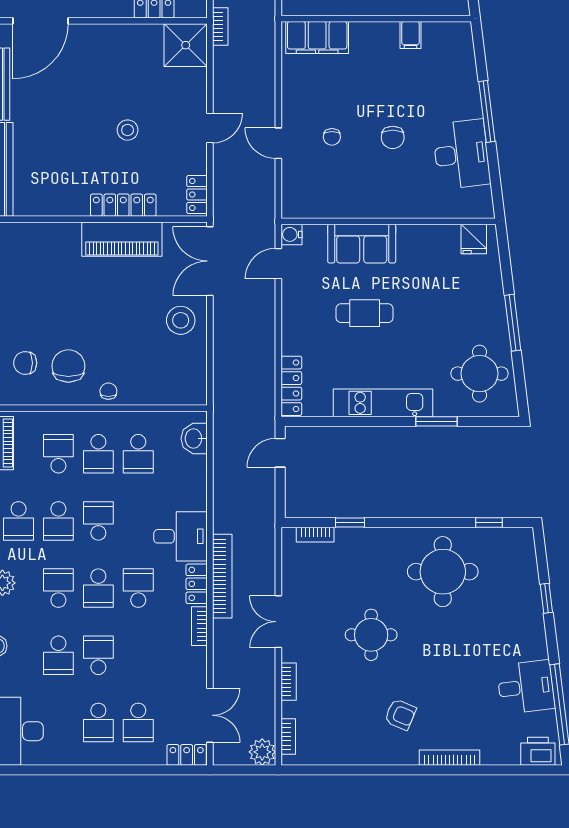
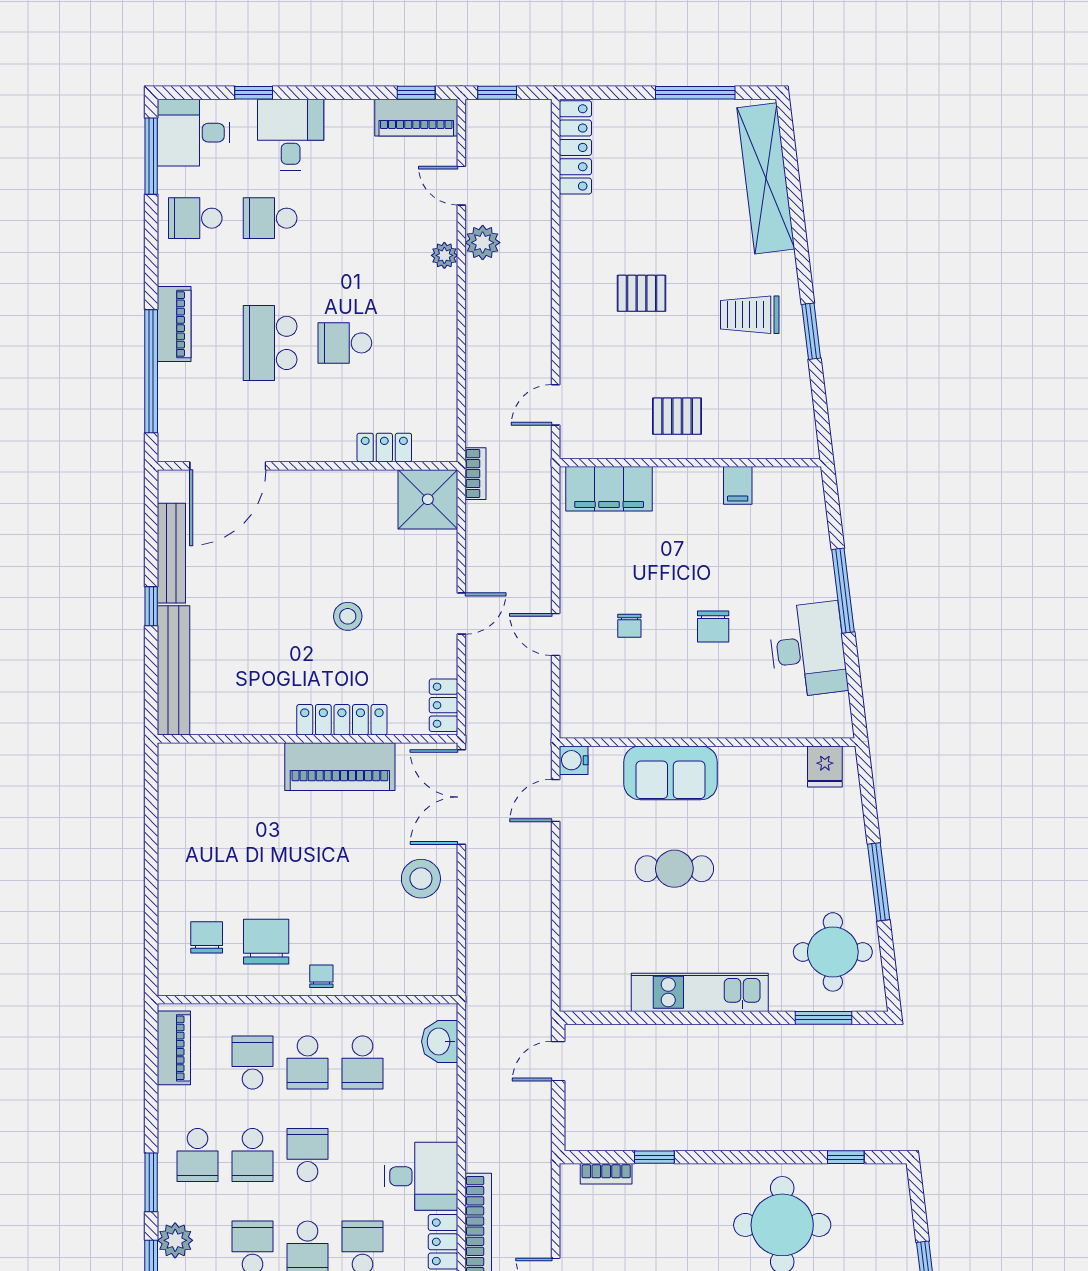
chair: (25, 363) -> (207, 937), turned 90
locker: (291, 386) -> (573, 969), removed
window: (436, 421) -> (824, 1018), moved

